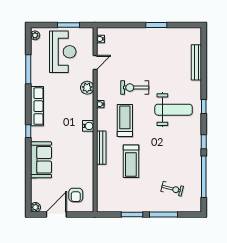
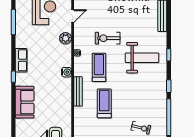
row of seats: (37, 106) -> (21, 60), width x0.68
treadmill: (131, 161) -> (104, 103), turned 180

